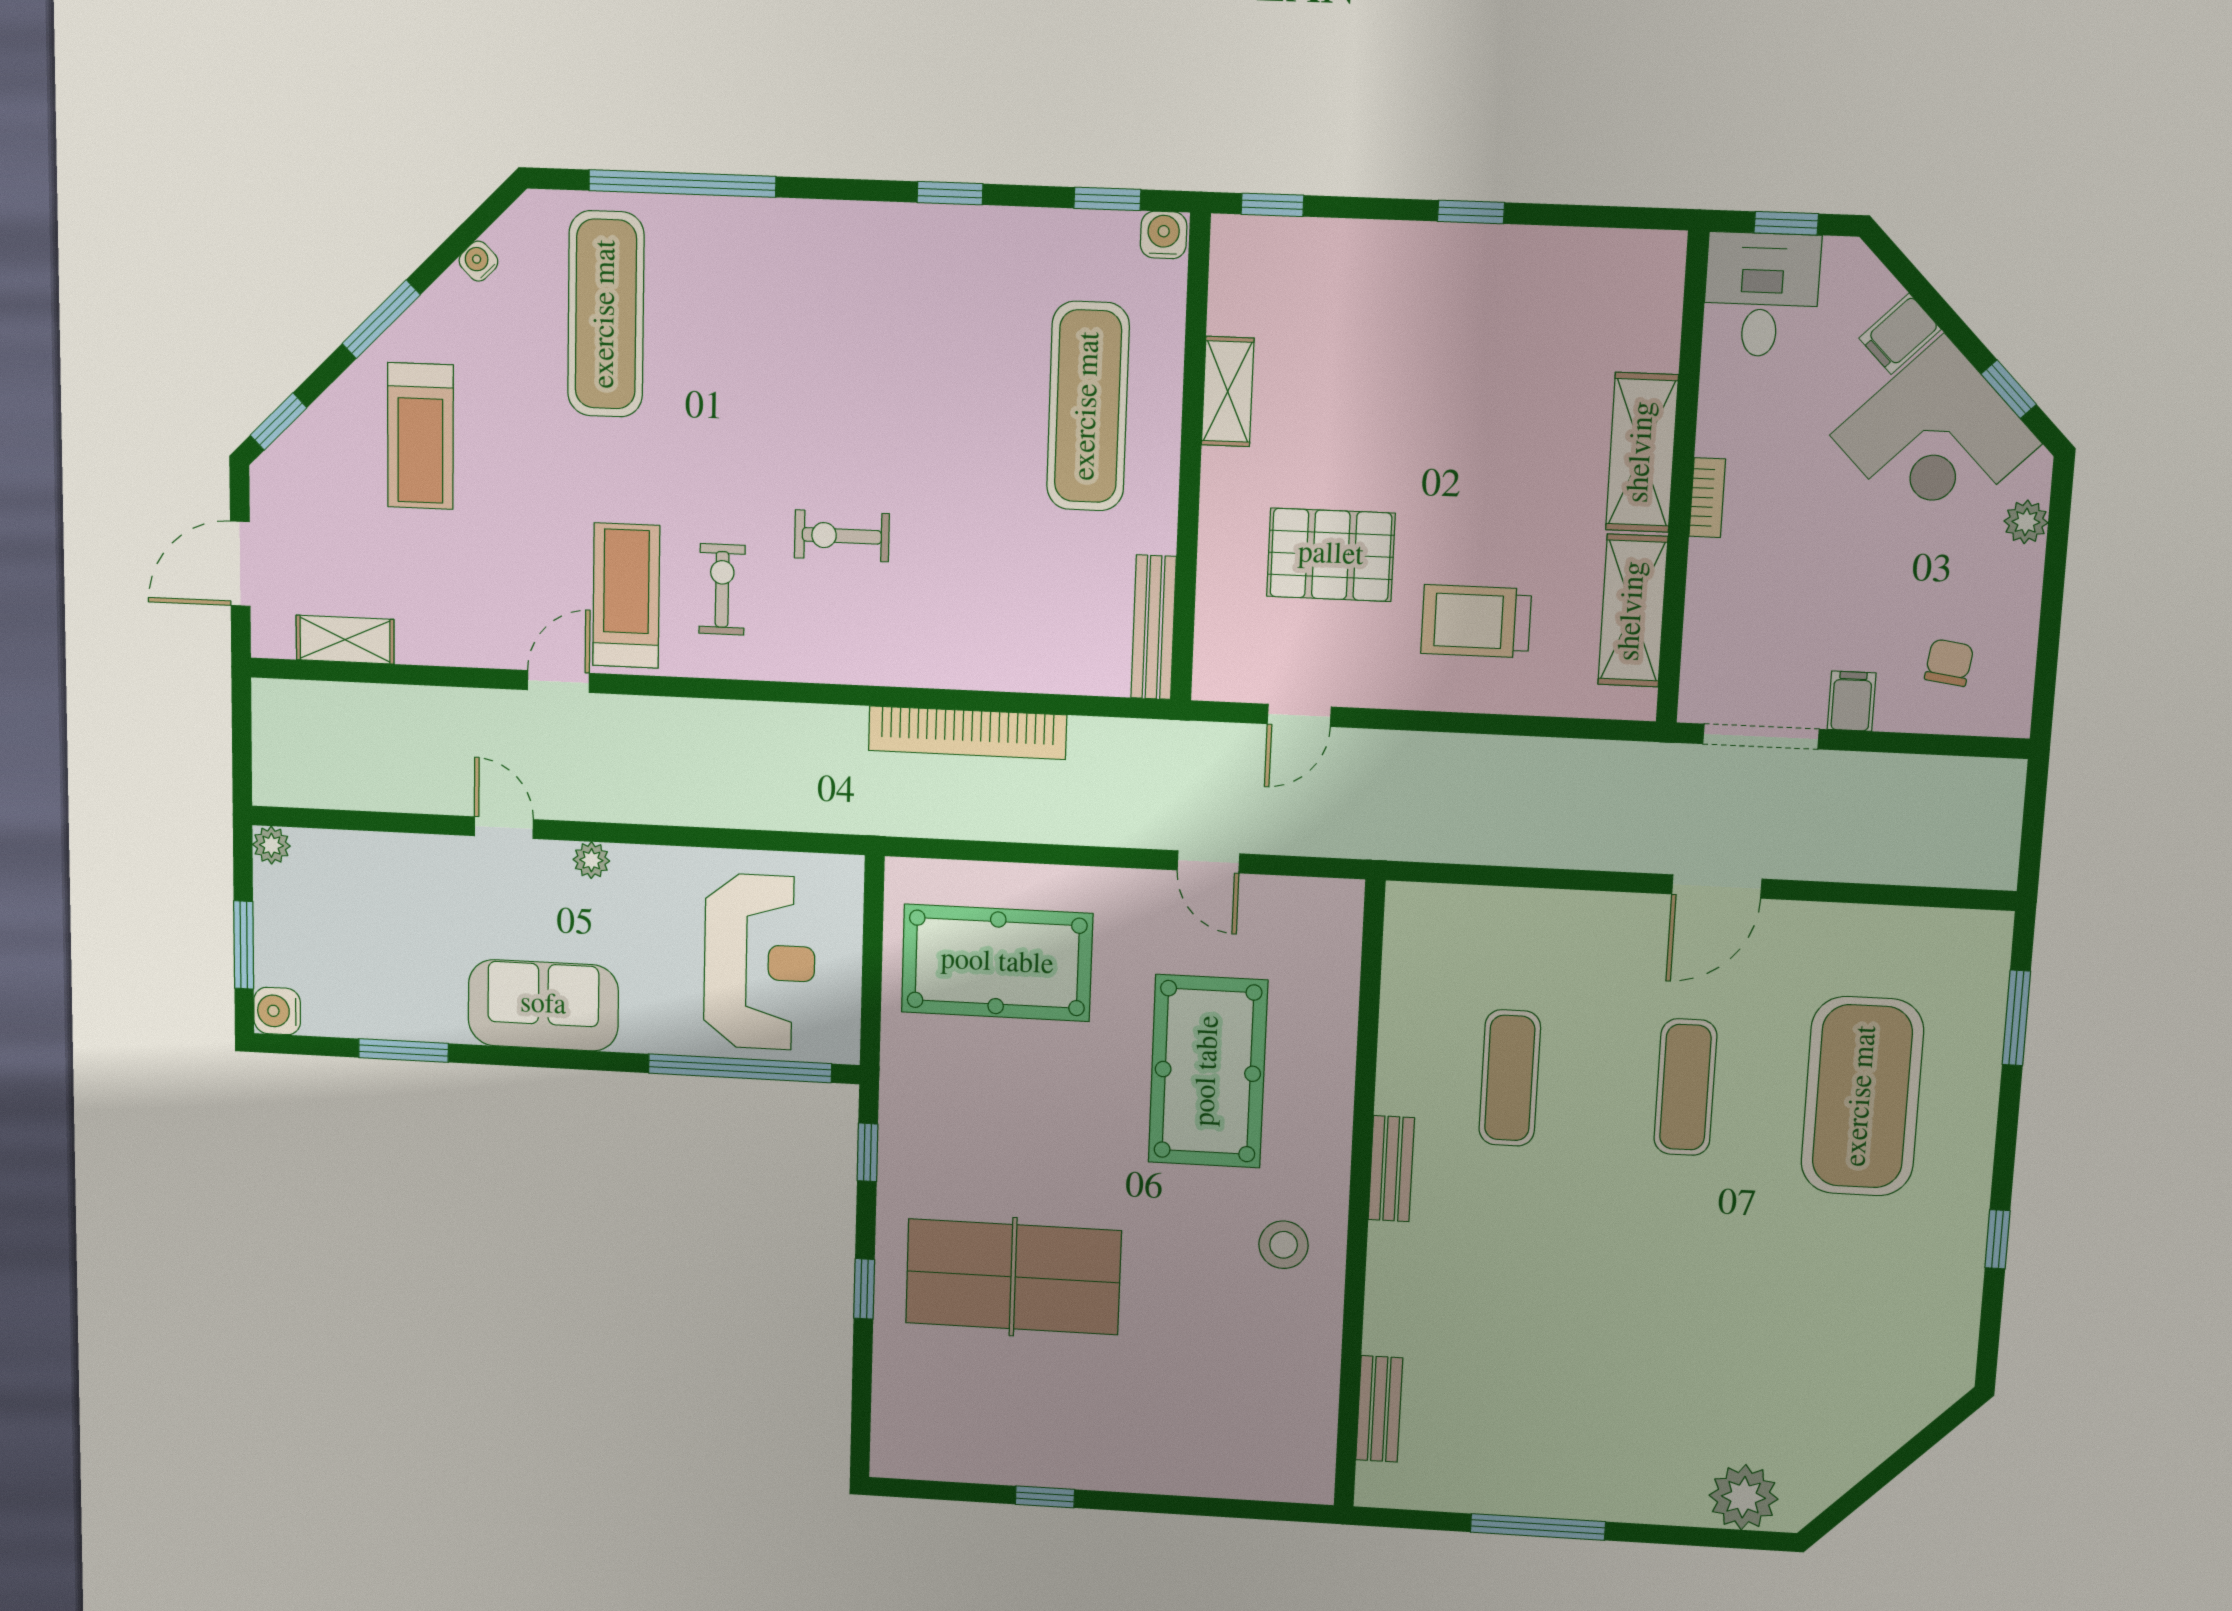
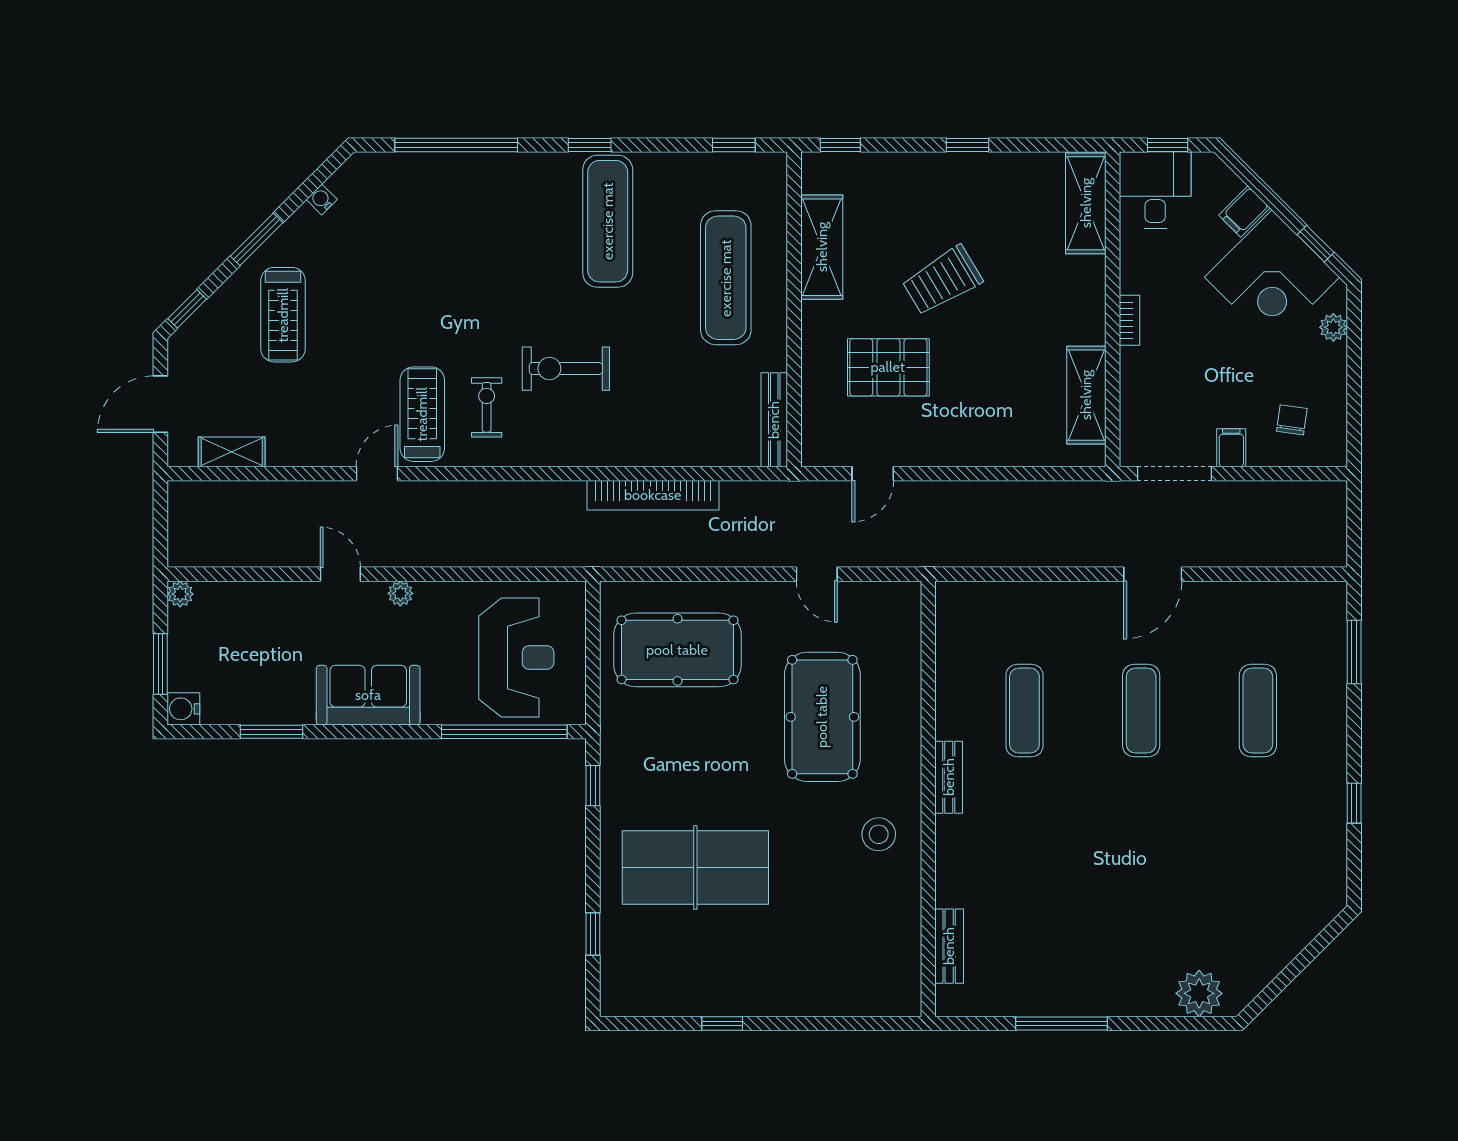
window: (950, 193) -> (590, 145), moved
water cooler: (1164, 235) -> (771, 167), removed
exercise mat: (606, 314) -> (608, 221), moved
shelving: (1228, 391) -> (822, 247), width x1.50, depth x1.33
shelving: (1642, 452) -> (1086, 203), moved
exercise bike: (842, 536) -> (566, 369), width x1.38, depth x1.39
trolley: (1476, 621) -> (942, 280), moved, turned -31
exercise mat: (1862, 1096) -> (1258, 711), width x0.50, depth x0.69
window: (864, 1289) -> (593, 934), moved

